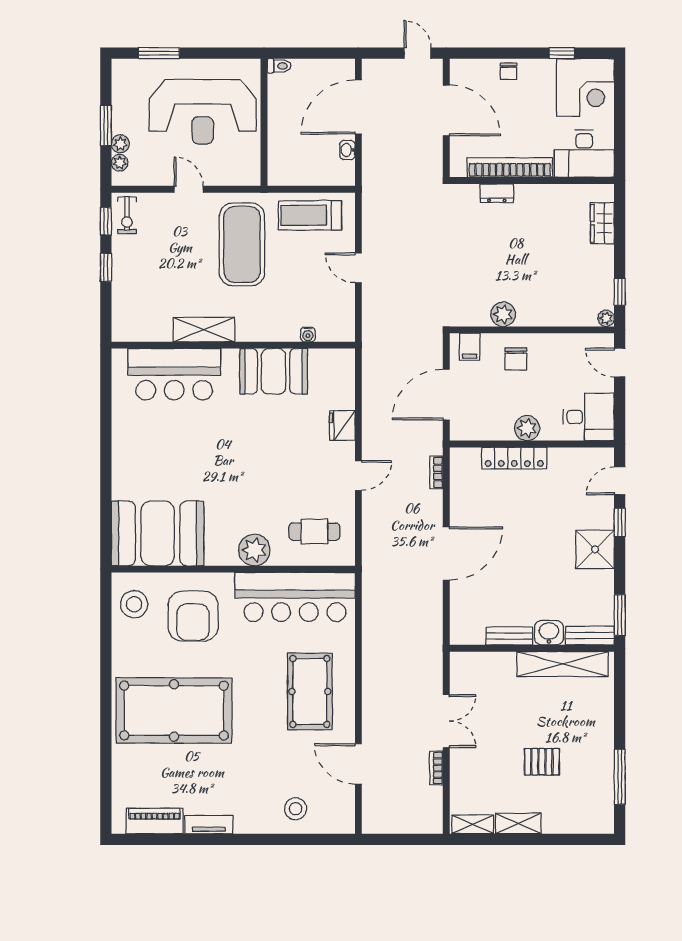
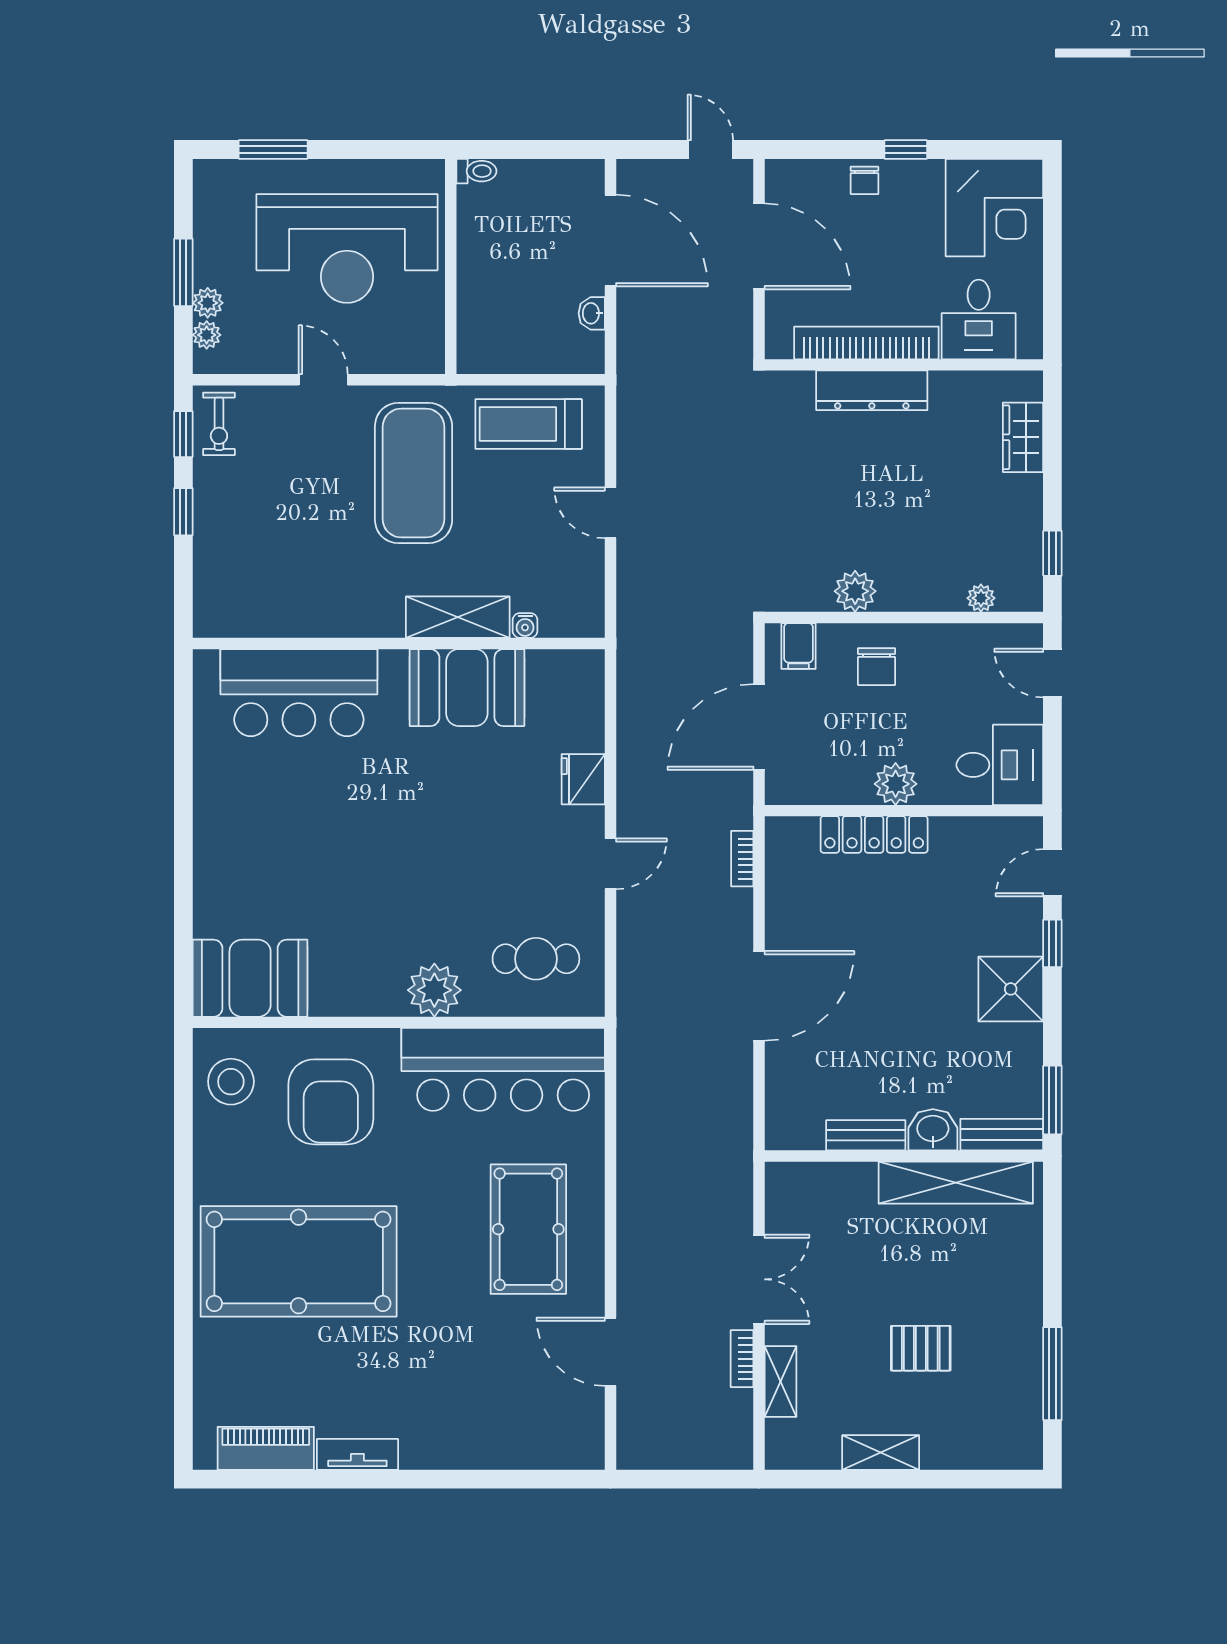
window: (562, 53) -> (906, 149), moved
door: (358, 107) -> (610, 241), swing flipped
desk: (584, 154) -> (979, 319), width x0.73
dresser: (497, 193) -> (872, 390), width x1.96, depth x1.24
plant: (606, 318) -> (981, 598), moved
shelving: (204, 330) -> (458, 617), moved
booth: (158, 533) -> (250, 978), width x0.73, depth x0.70
stool: (296, 809) -> (504, 1428), removed
shelving: (473, 824) -> (781, 1381), moved, turned 90

